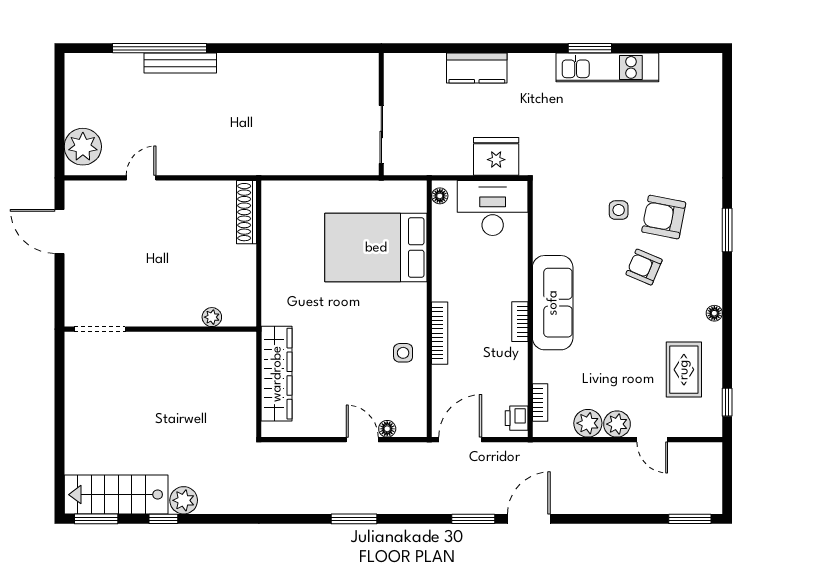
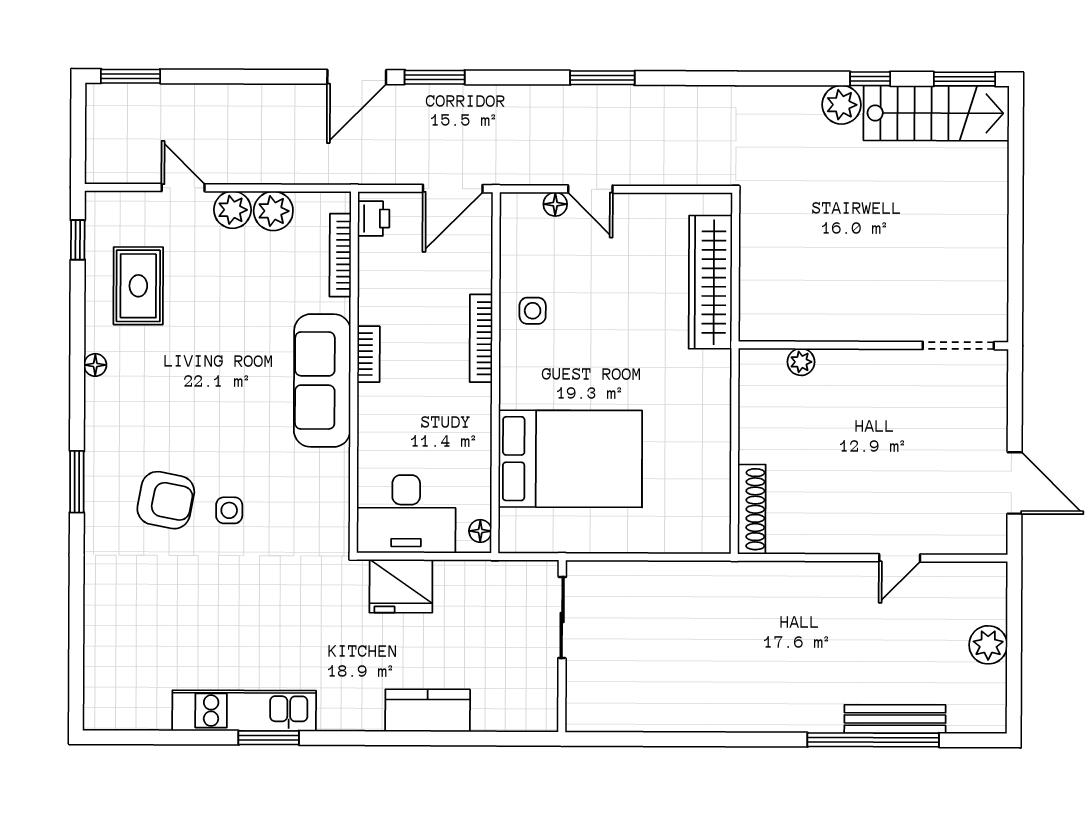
bench: (180, 63) -> (895, 719), moved
plant: (83, 147) -> (988, 645), moved, width x0.73, depth x0.73
armchair: (644, 267) -> (194, 430), removed
bookcase: (540, 403) -> (340, 255), width x1.56

